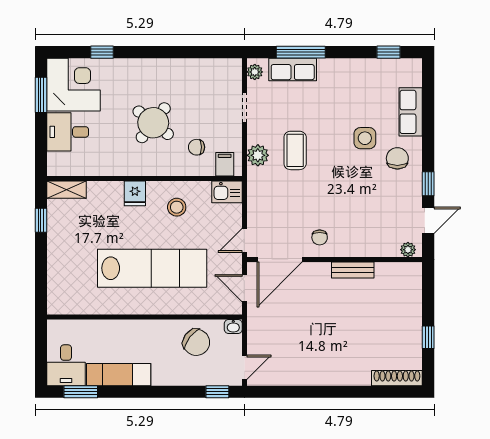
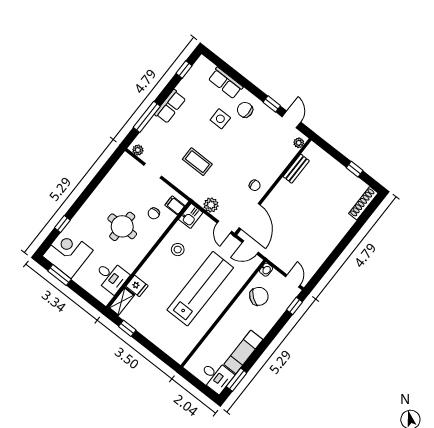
row of seats: (293, 69) -> (170, 106), moved
round table: (153, 123) -> (122, 226), turned -37
desk: (68, 132) -> (111, 277), moved, turned -90
plant: (258, 155) -> (211, 205), moved
fridge: (135, 193) -> (137, 286), moved
bench: (353, 270) -> (296, 169), moved

